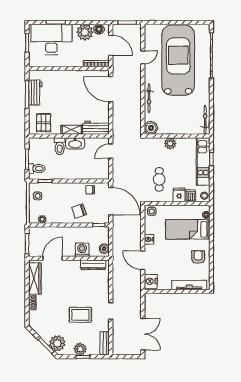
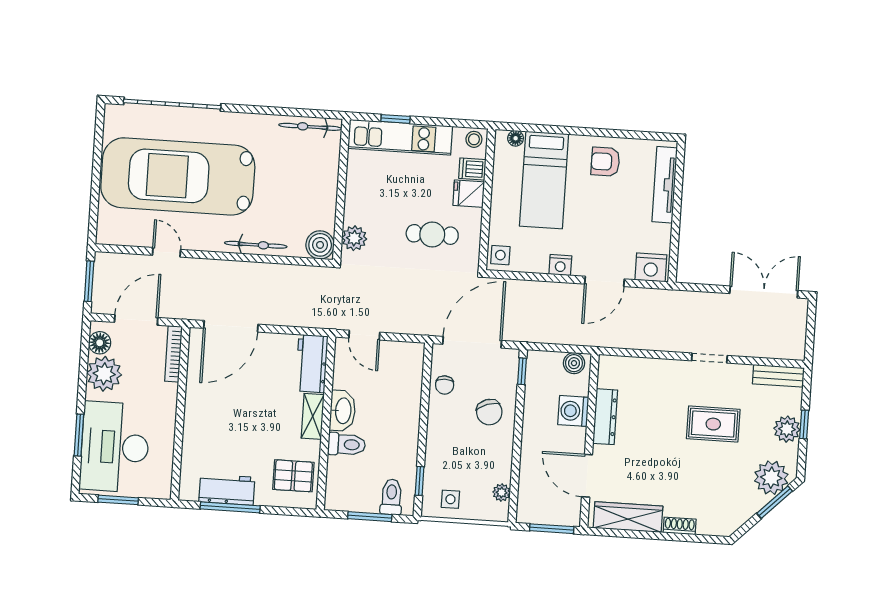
plant: (170, 143) -> (354, 238), moved
dresser: (93, 265) -> (605, 417), moved
rug: (80, 315) -> (713, 424), turned 90

